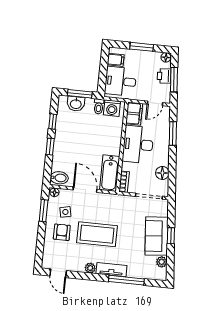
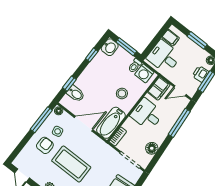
washbasin: (76, 104) -> (110, 47), moved, turned -90
window: (173, 134) -> (179, 123), width x1.44
stool: (103, 140) -> (122, 93), added
desk: (138, 144) -> (147, 114), width x0.73
window: (50, 147) -> (69, 84), moved
bidet: (59, 178) -> (76, 94), moved
door: (85, 190) -> (84, 124), hinge flipped
window: (44, 211) -> (41, 120), width x1.44

